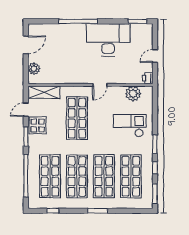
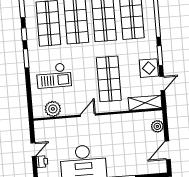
printer: (148, 78) -> (42, 162), moved

